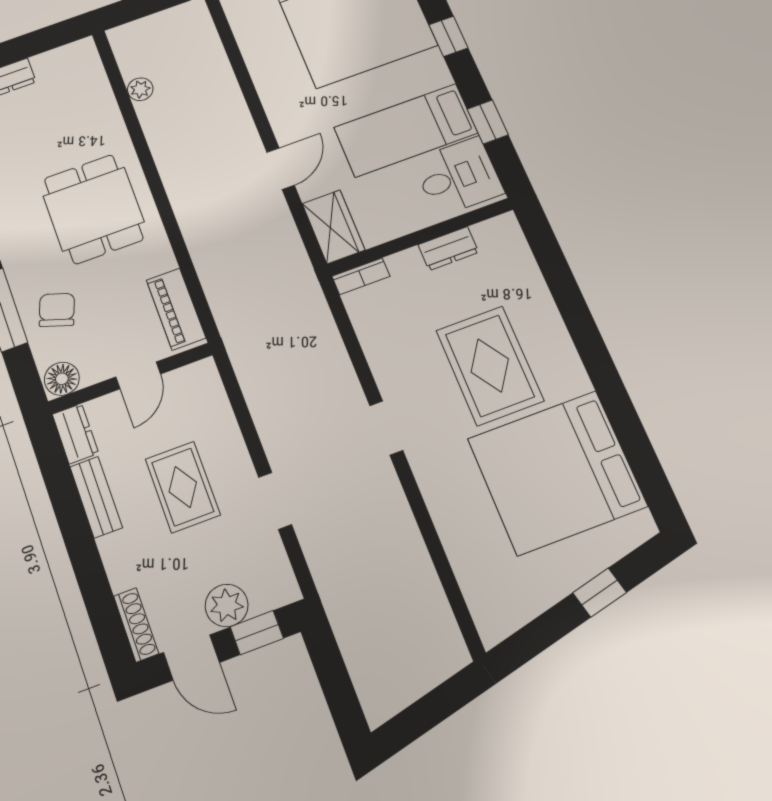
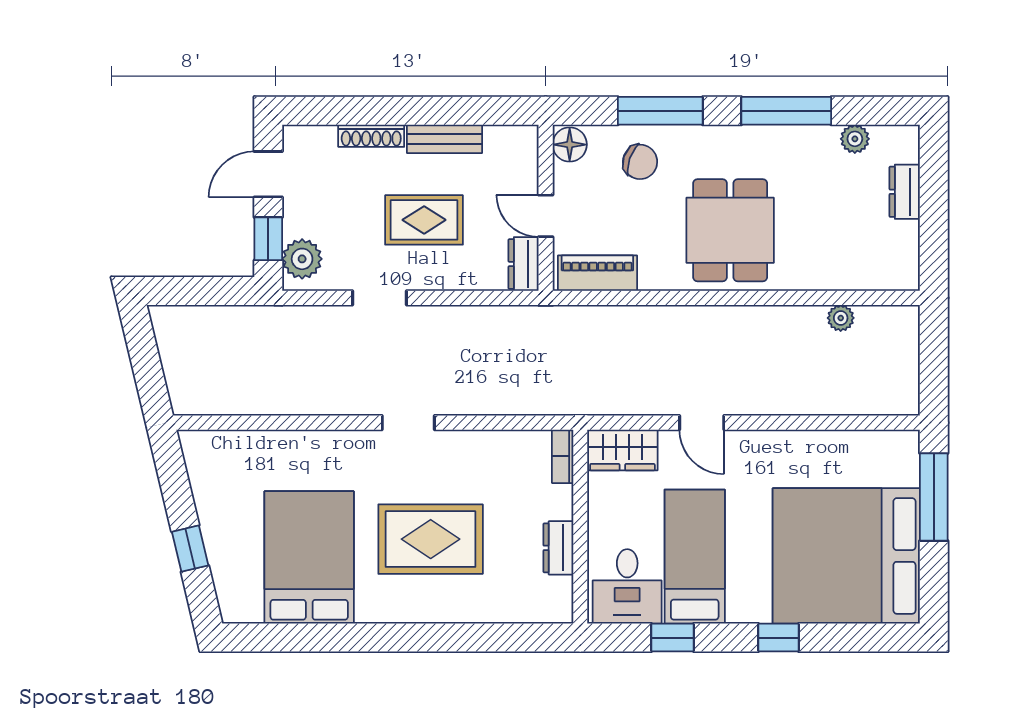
dining table: (94, 209) -> (730, 230), turned 90
dresser: (75, 434) -> (524, 264), moved, turned 90
bed: (557, 472) -> (309, 557), width x0.73
plant: (227, 605) -> (302, 259), moved
shoe rack: (136, 625) -> (371, 136), moved

